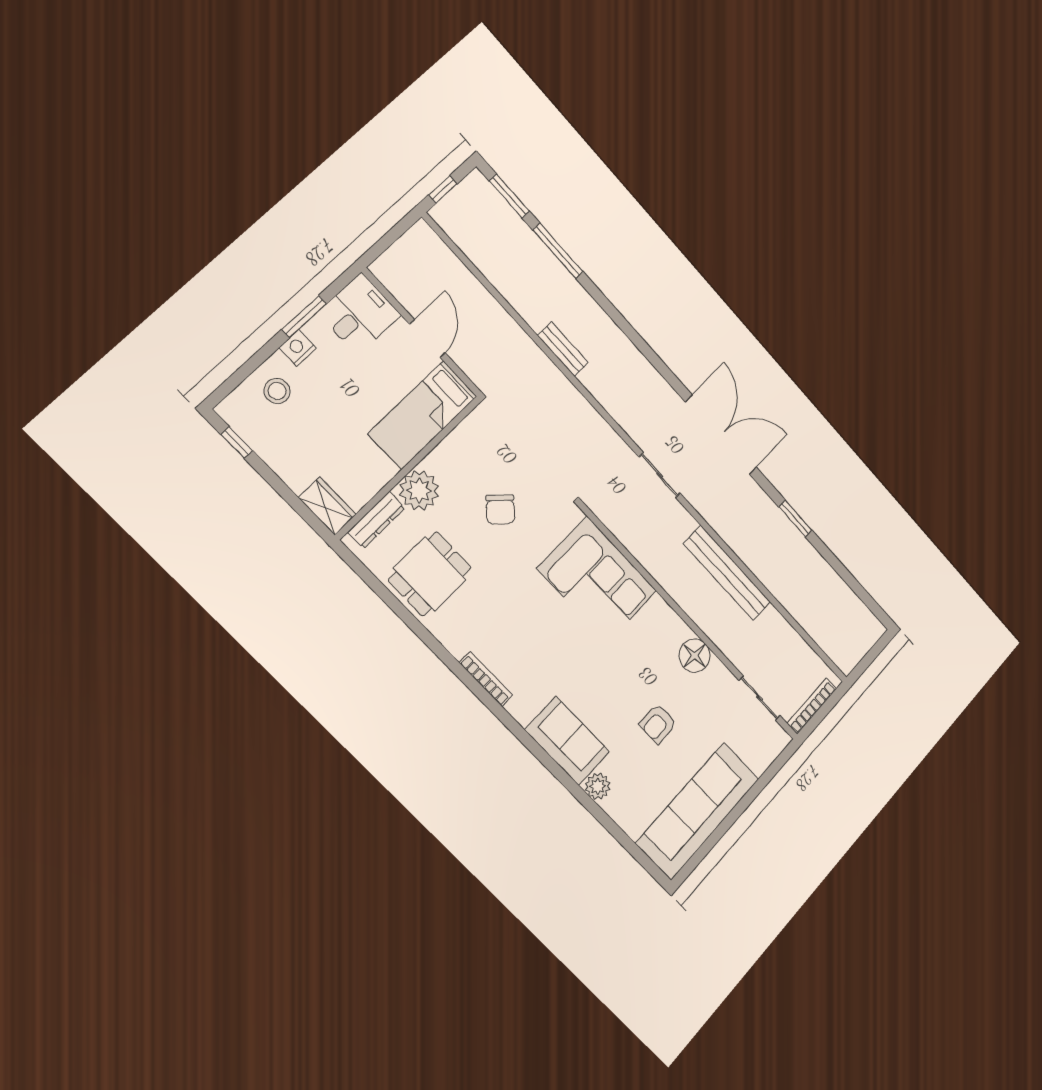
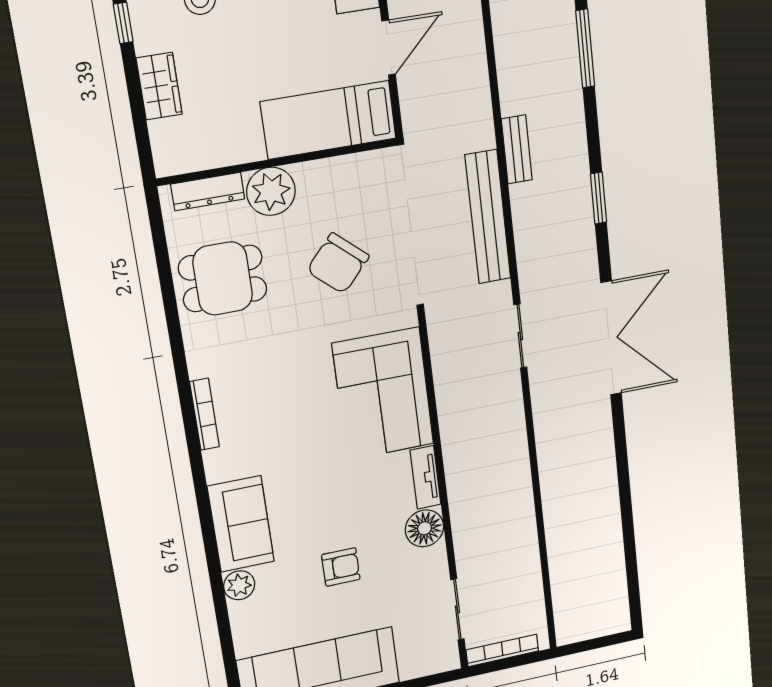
wardrobe: (327, 506) -> (159, 86), moved
chair: (500, 509) -> (338, 263), width x1.37, depth x1.37
window: (795, 518) -> (599, 198), moved
bench: (727, 573) -> (488, 217), moved
tv unit: (669, 619) -> (426, 477), added
armchair: (658, 724) -> (341, 567), turned 180

